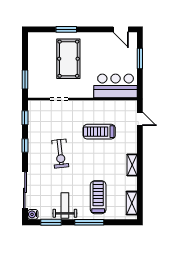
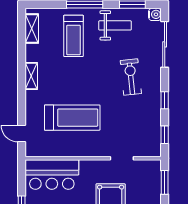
treadmill: (99, 132) -> (72, 118), width x1.37, depth x1.38
exercise bike: (60, 154) -> (131, 77), moved
weight bench: (65, 206) -> (115, 25), turned -90

